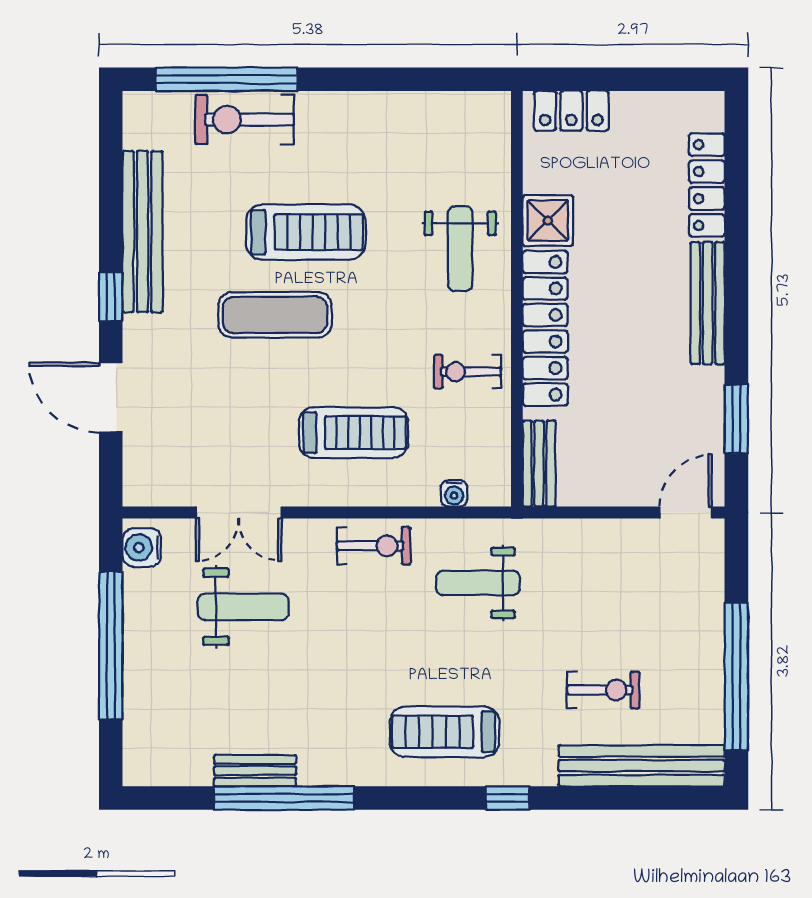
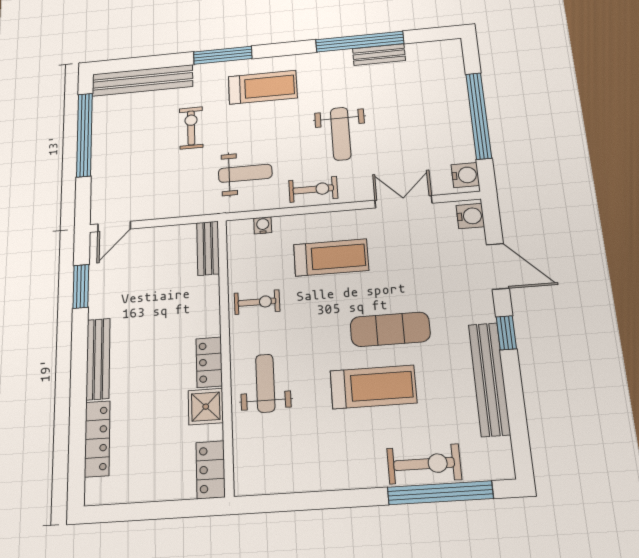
locker: (571, 111) -> (211, 470), moved, turned -90
treadmill: (306, 232) -> (373, 387), turned 180
locker: (545, 328) -> (209, 362), width x0.46, depth x0.83
treadmill: (353, 433) -> (331, 257), turned 180
water cooler: (142, 480) -> (470, 216), added
exercise bike: (374, 546) -> (313, 189), turned 180
weight bench: (243, 607) -> (341, 134), moved, turned -90
exercise bike: (603, 690) -> (191, 128), moved, turned 90
window: (508, 798) -> (223, 55), width x2.17

